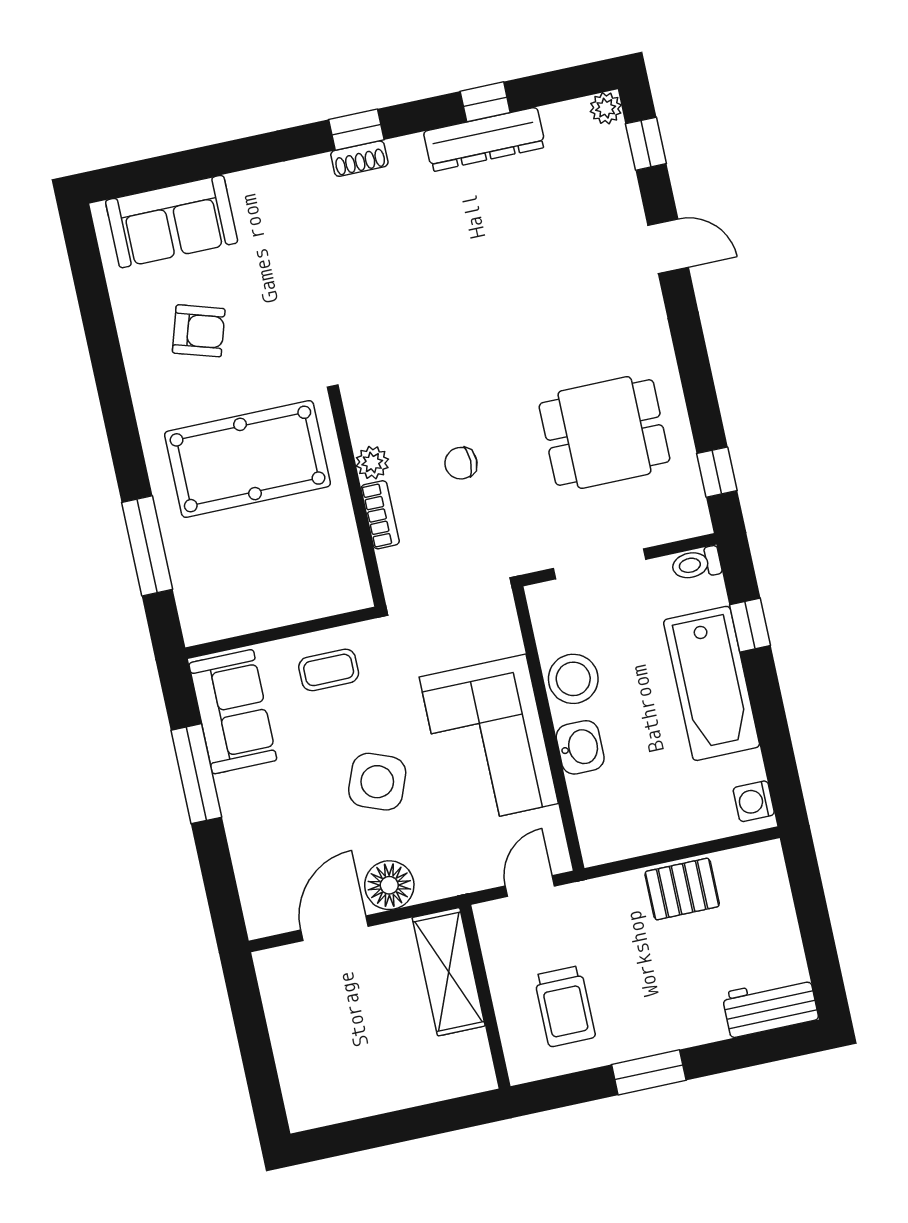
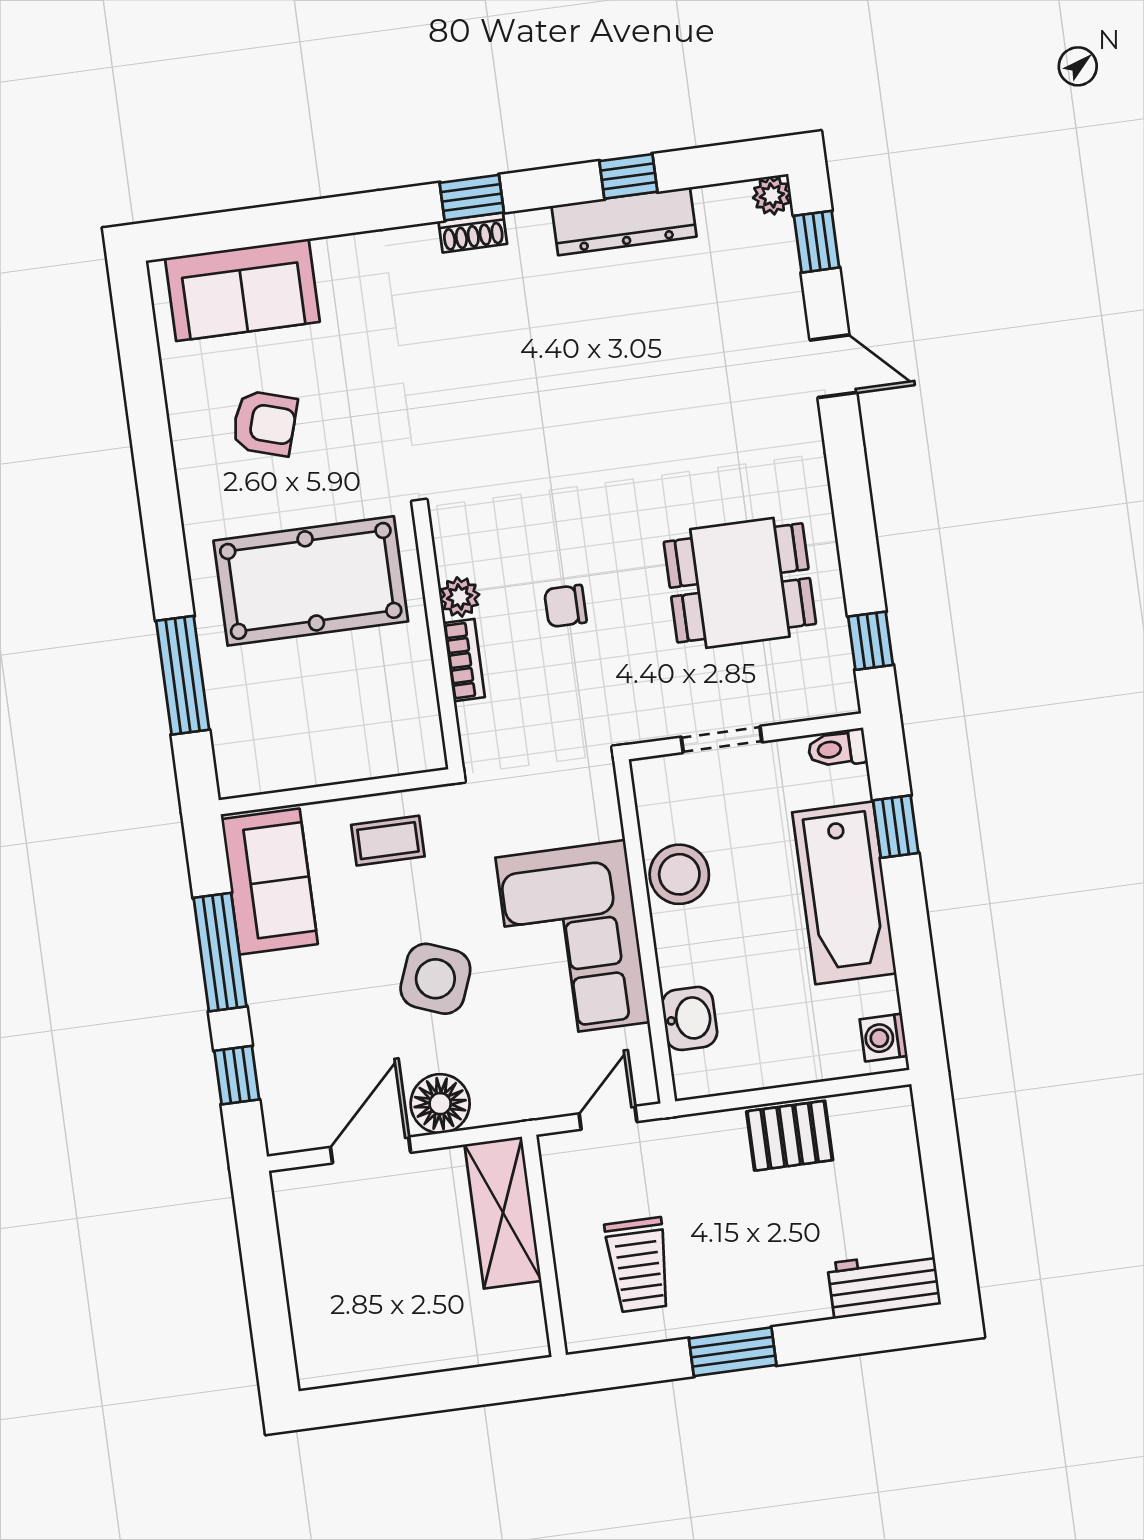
doorway: (599, 564) -> (722, 739), width x0.73
washbasin: (580, 747) -> (690, 1018), moved
window: (218, 875) -> (237, 1075), added

